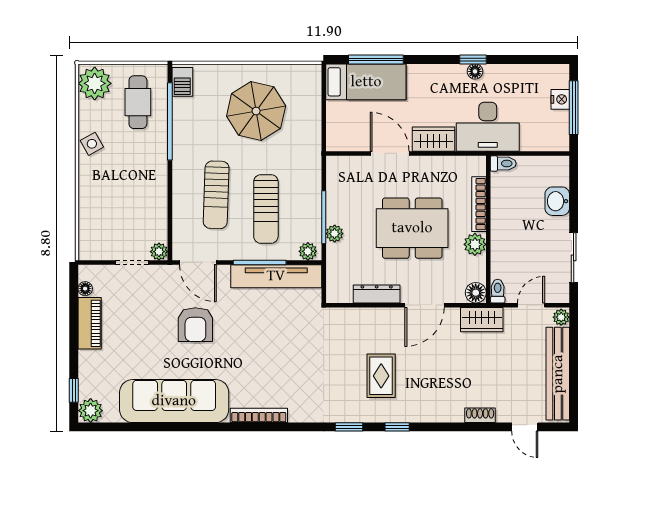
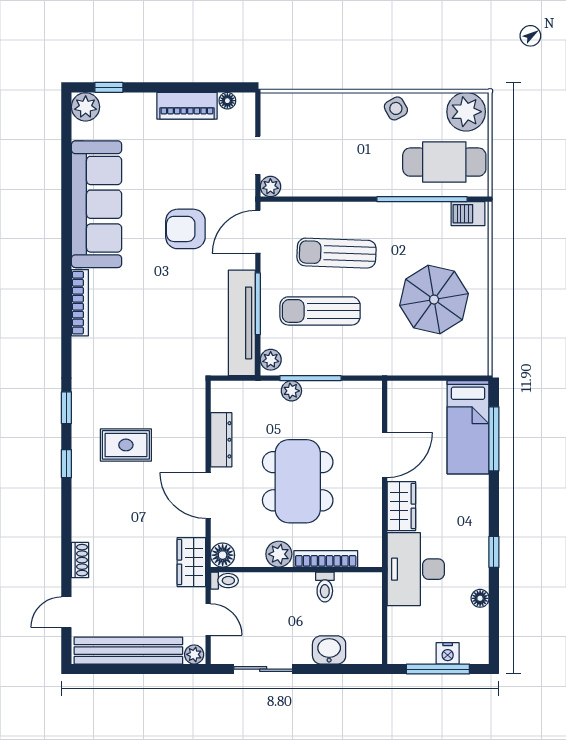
floor lamp: (475, 71) -> (480, 598), moved
cafe table: (138, 102) -> (444, 162), width x1.37, depth x1.35
toilet: (503, 164) -> (325, 587), moved

